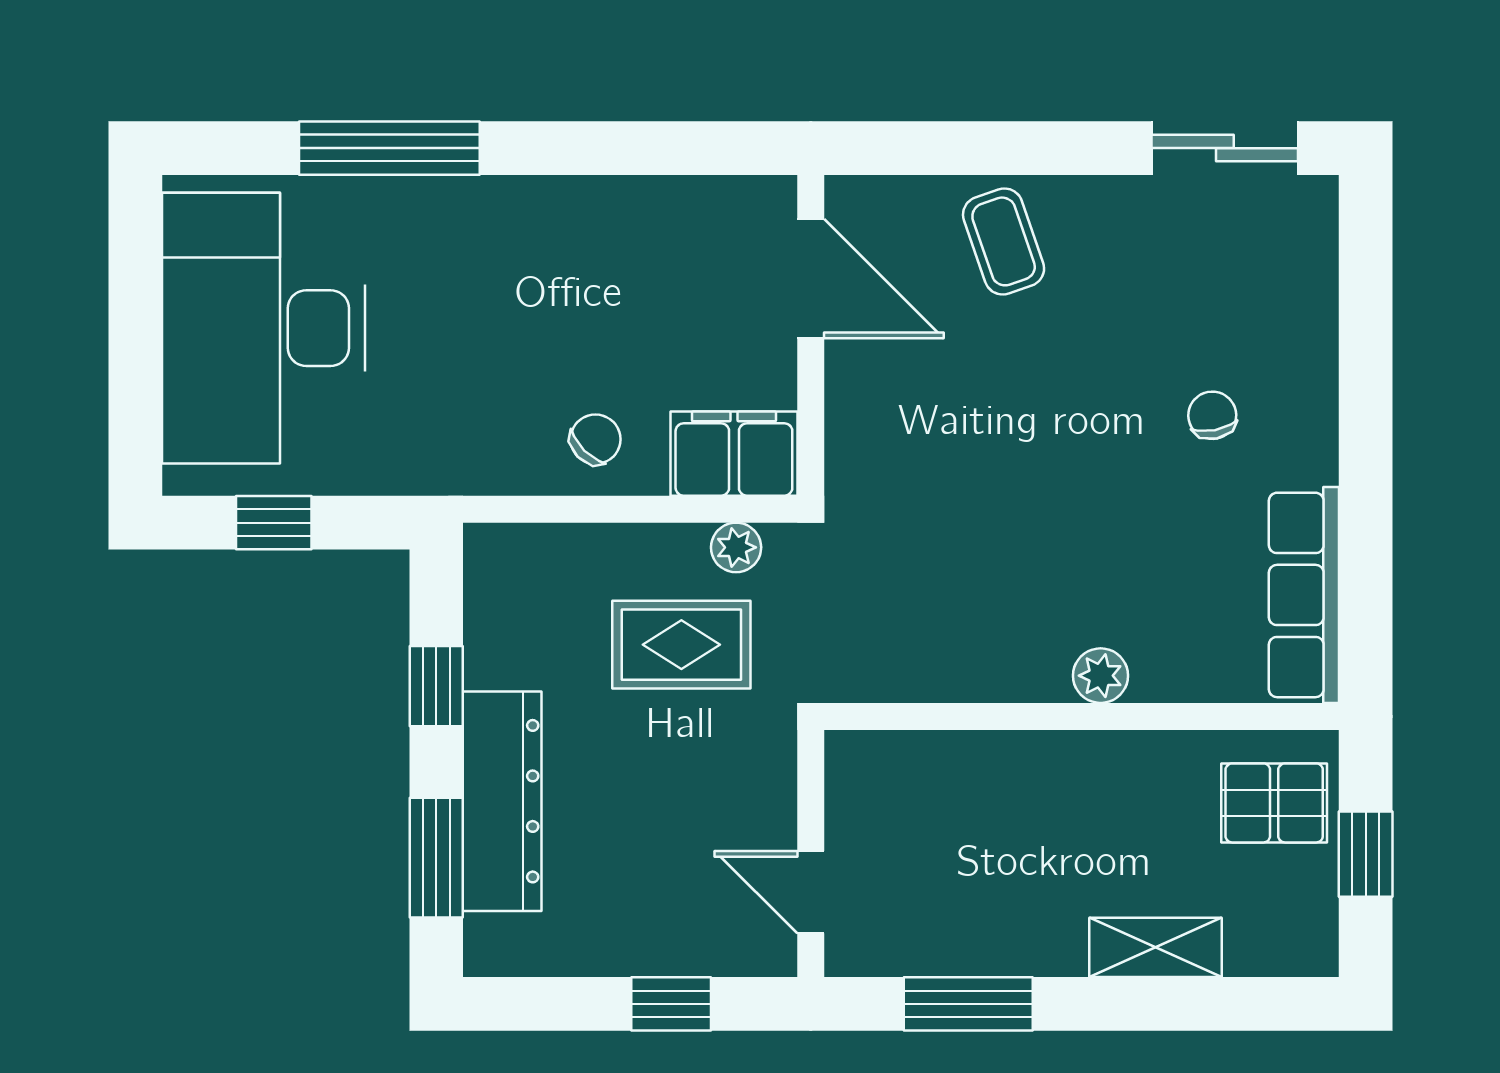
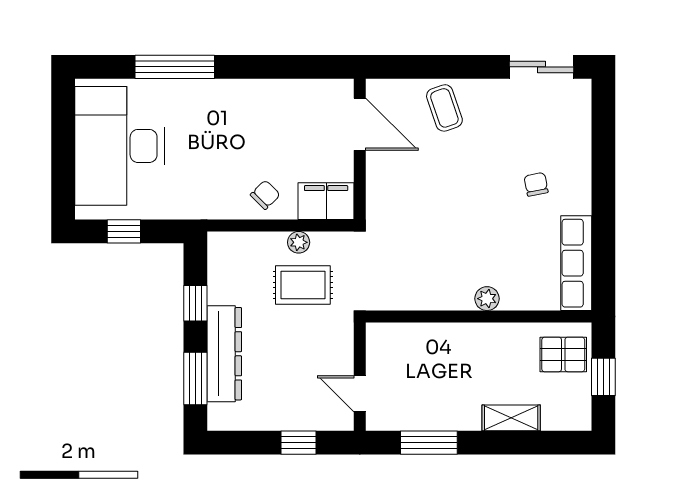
plant: (736, 547) -> (299, 242), moved

